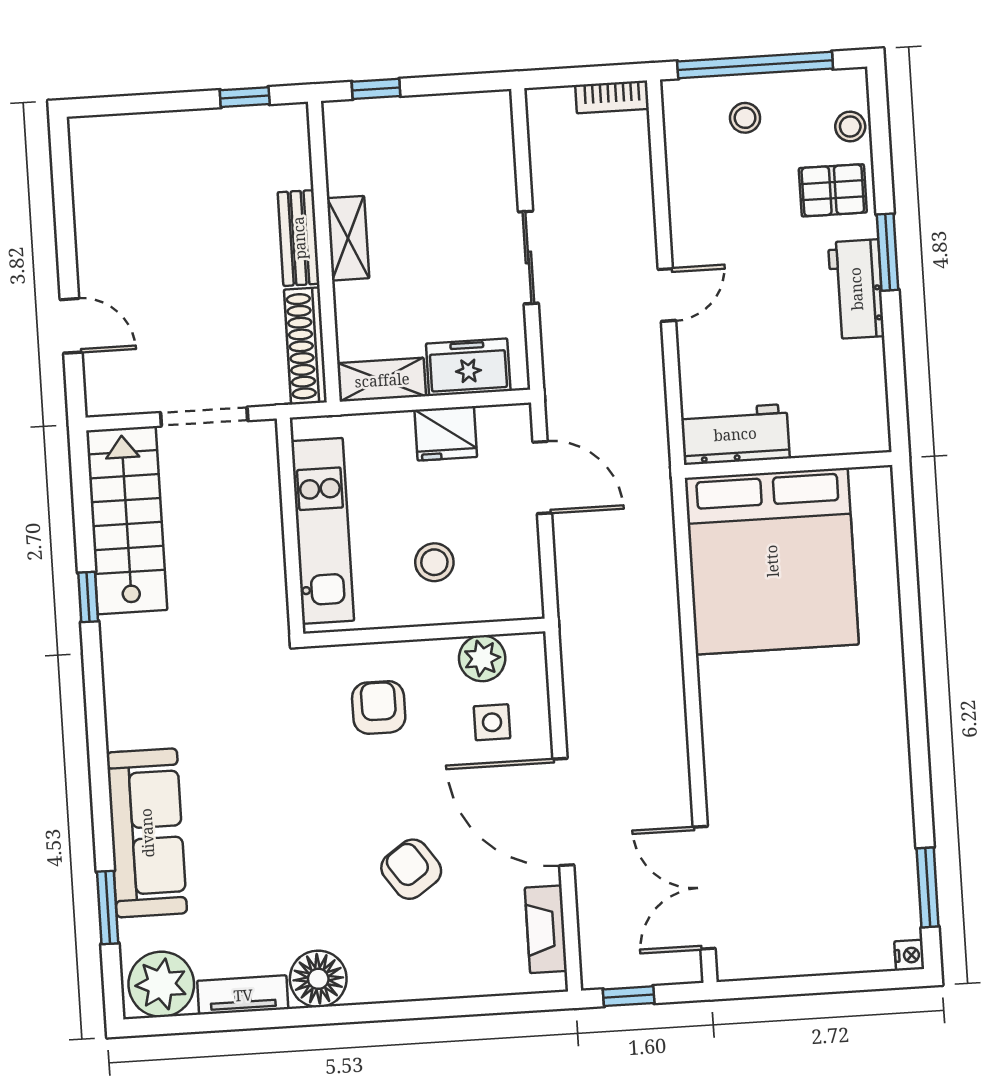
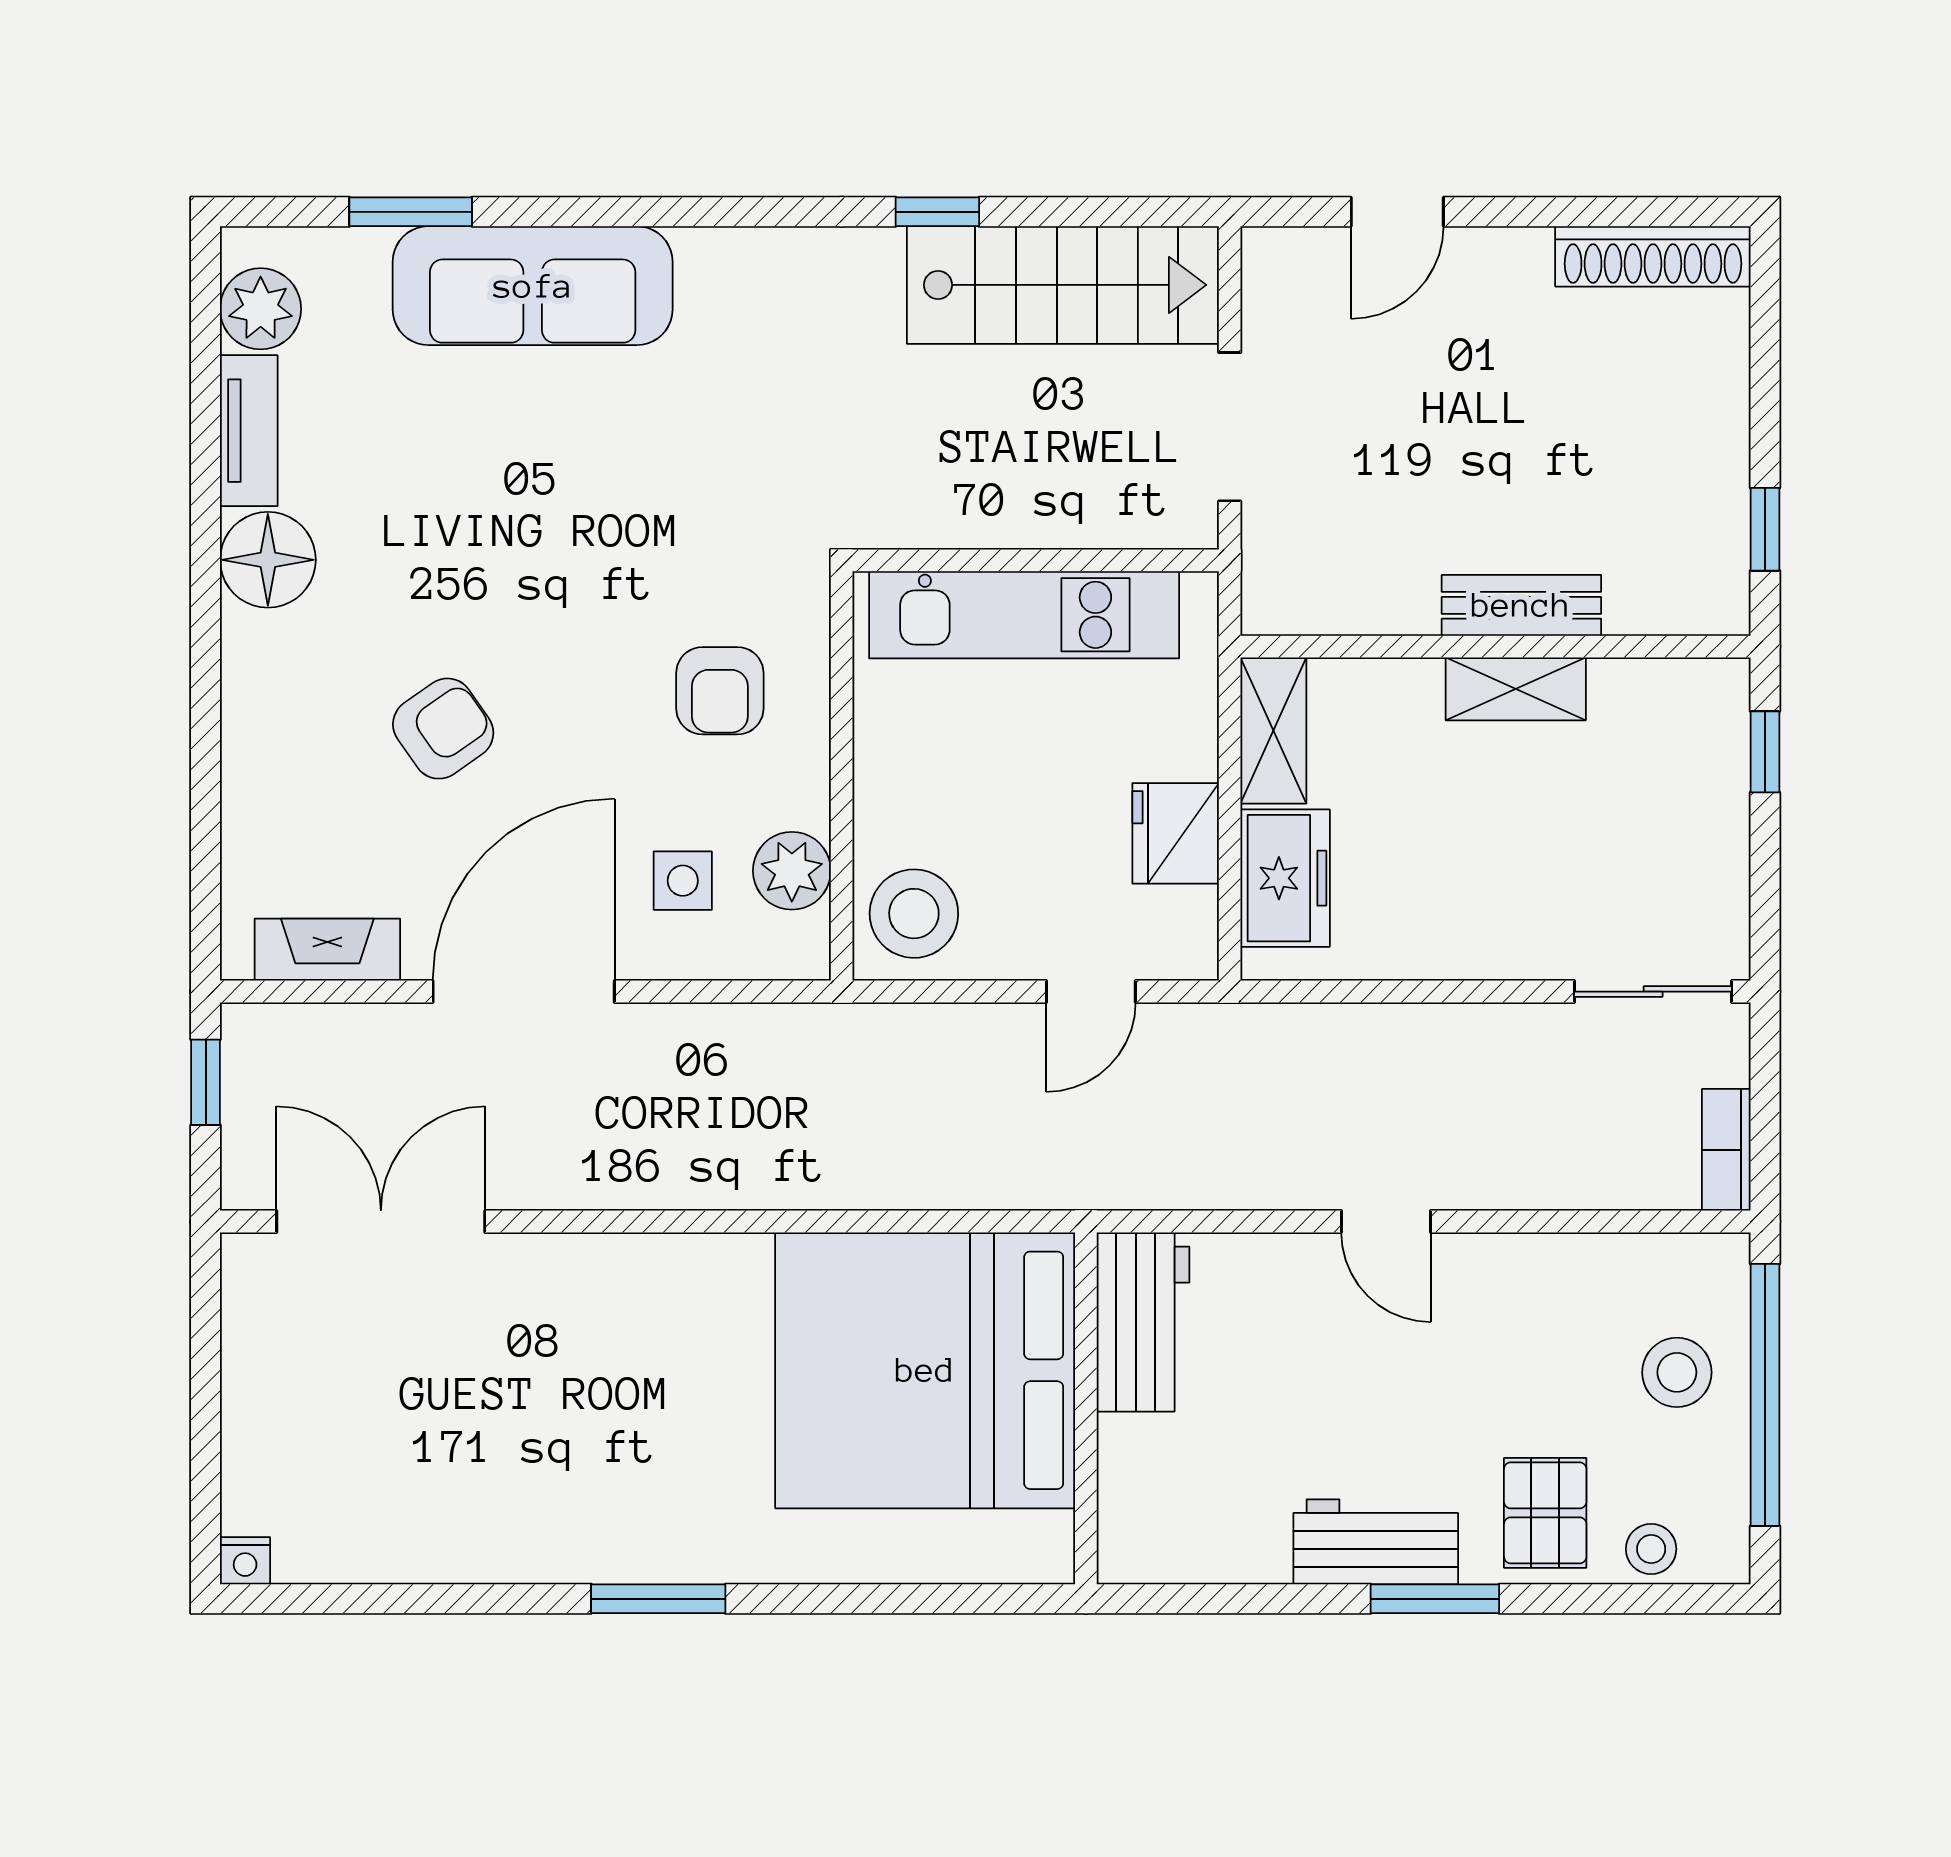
stool: (745, 118) -> (1677, 1372), width x1.37, depth x1.37
sliding door: (528, 257) -> (1653, 992), moved
shoe rack: (306, 346) -> (1653, 256), moved, turned 180
door: (542, 478) -> (1091, 992), width x0.73
stool: (434, 562) -> (914, 914), moved, width x1.38, depth x1.38
armchair: (379, 707) -> (720, 691), turned 90
window: (928, 887) -> (658, 1599), moved
plant: (161, 984) -> (261, 309), width x0.73, depth x0.73

